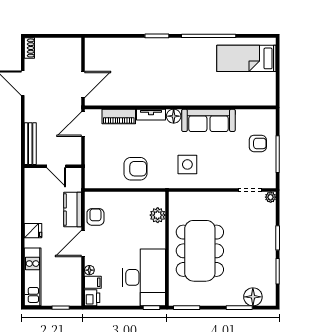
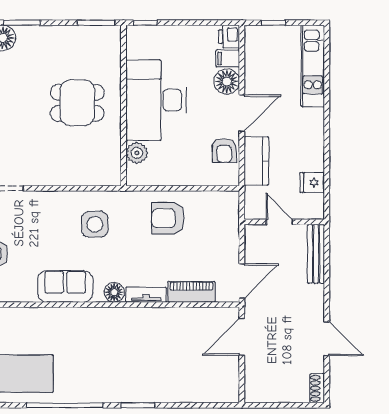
sofa: (208, 120) -> (65, 286), width x0.73
fridge: (33, 231) -> (312, 182), moved
dining table: (200, 251) -> (77, 103), width x0.53, depth x0.80
floor lamp: (89, 270) -> (227, 82), width x1.89, depth x1.89
desk: (144, 277) -> (156, 100), moved

